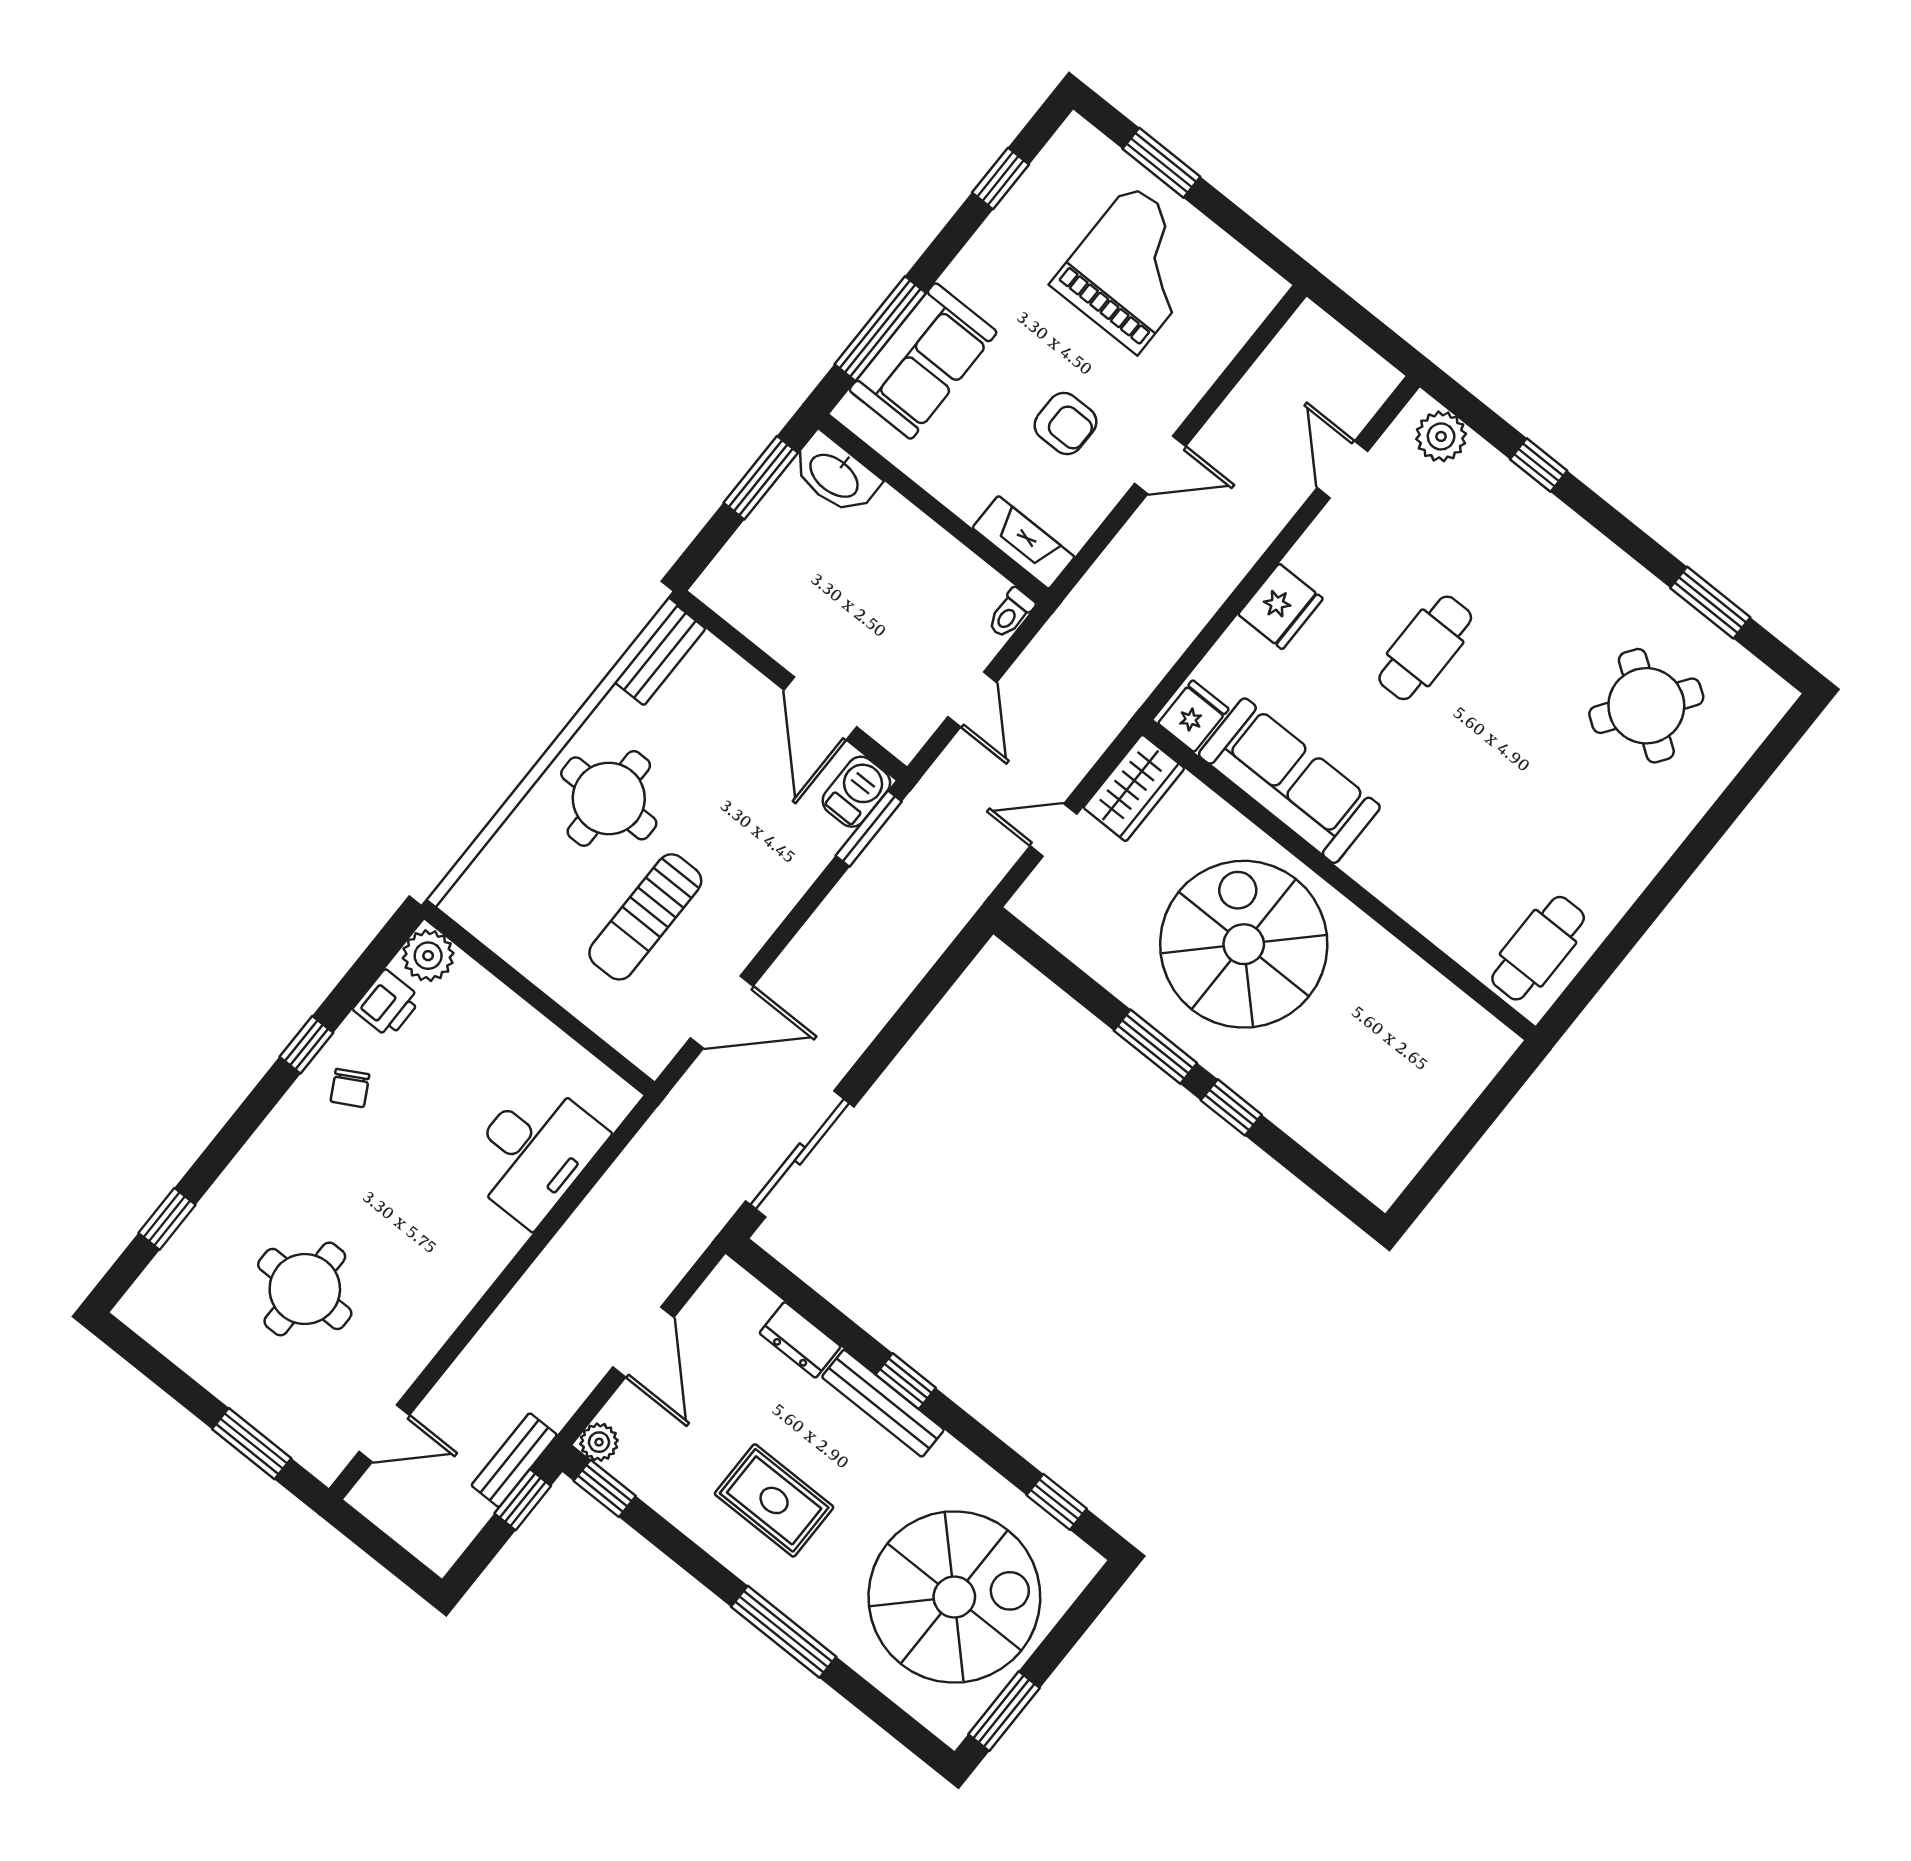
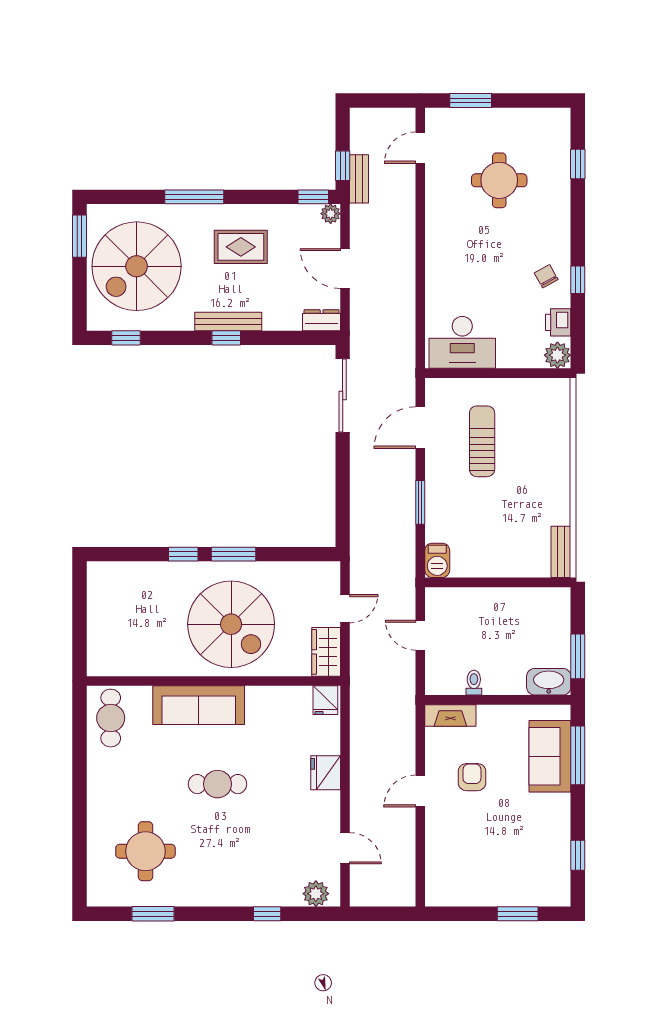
grand piano: (1134, 269) -> (494, 862), removed
armchair: (1065, 423) -> (472, 777), turned 90
toilet: (1011, 613) -> (474, 683), moved
cafe table: (1425, 648) -> (218, 784), moved, turned 90
round table: (1646, 706) -> (145, 851), turned -35
door: (820, 708) -> (479, 582), removed
sofa: (1289, 781) -> (199, 705), moved
round table: (609, 798) -> (535, 477), removed
window: (869, 829) -> (420, 502), moved
desk: (534, 1152) -> (462, 342), moved, turned -90
dresser: (800, 1340) -> (322, 320), moved

